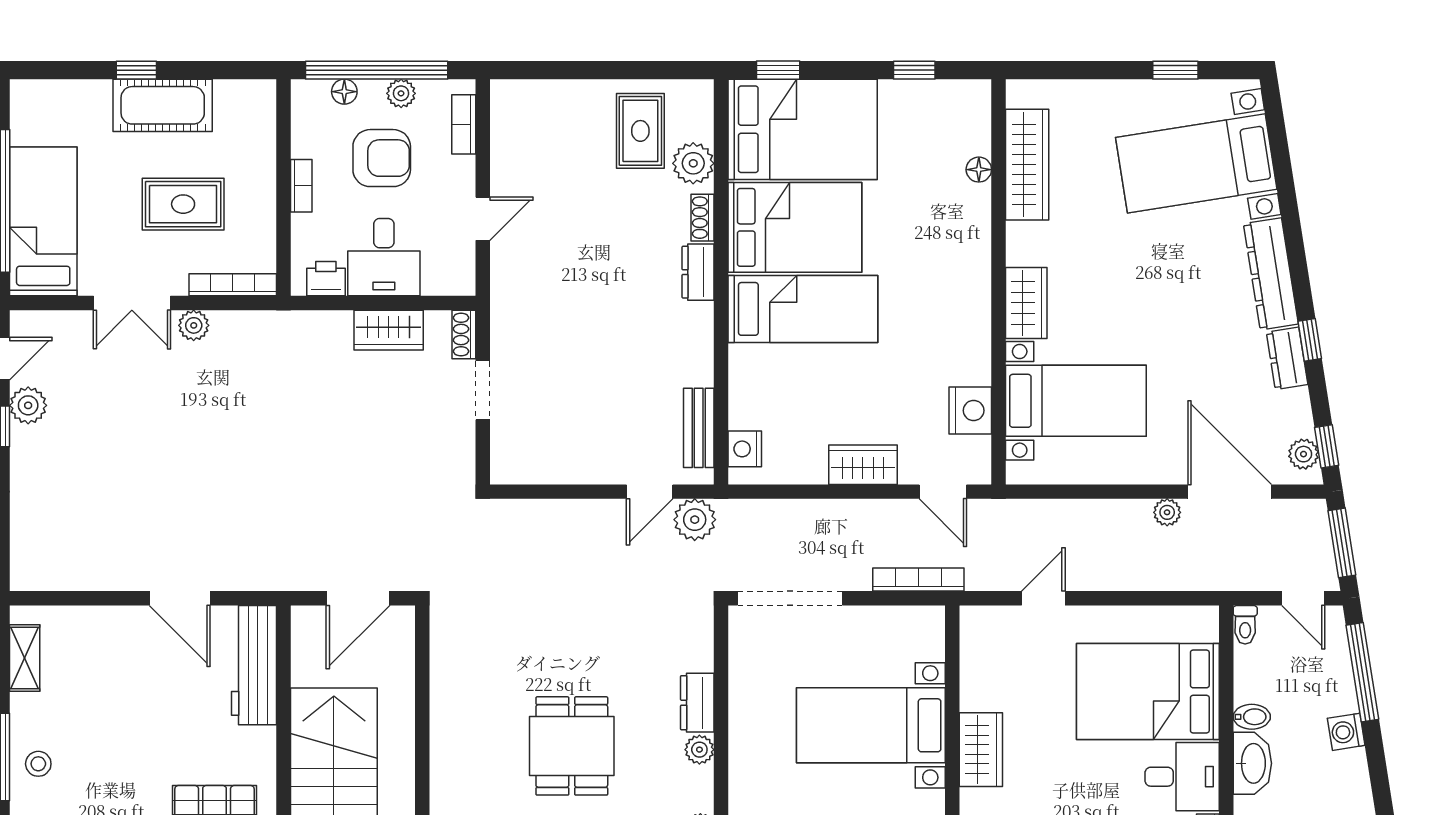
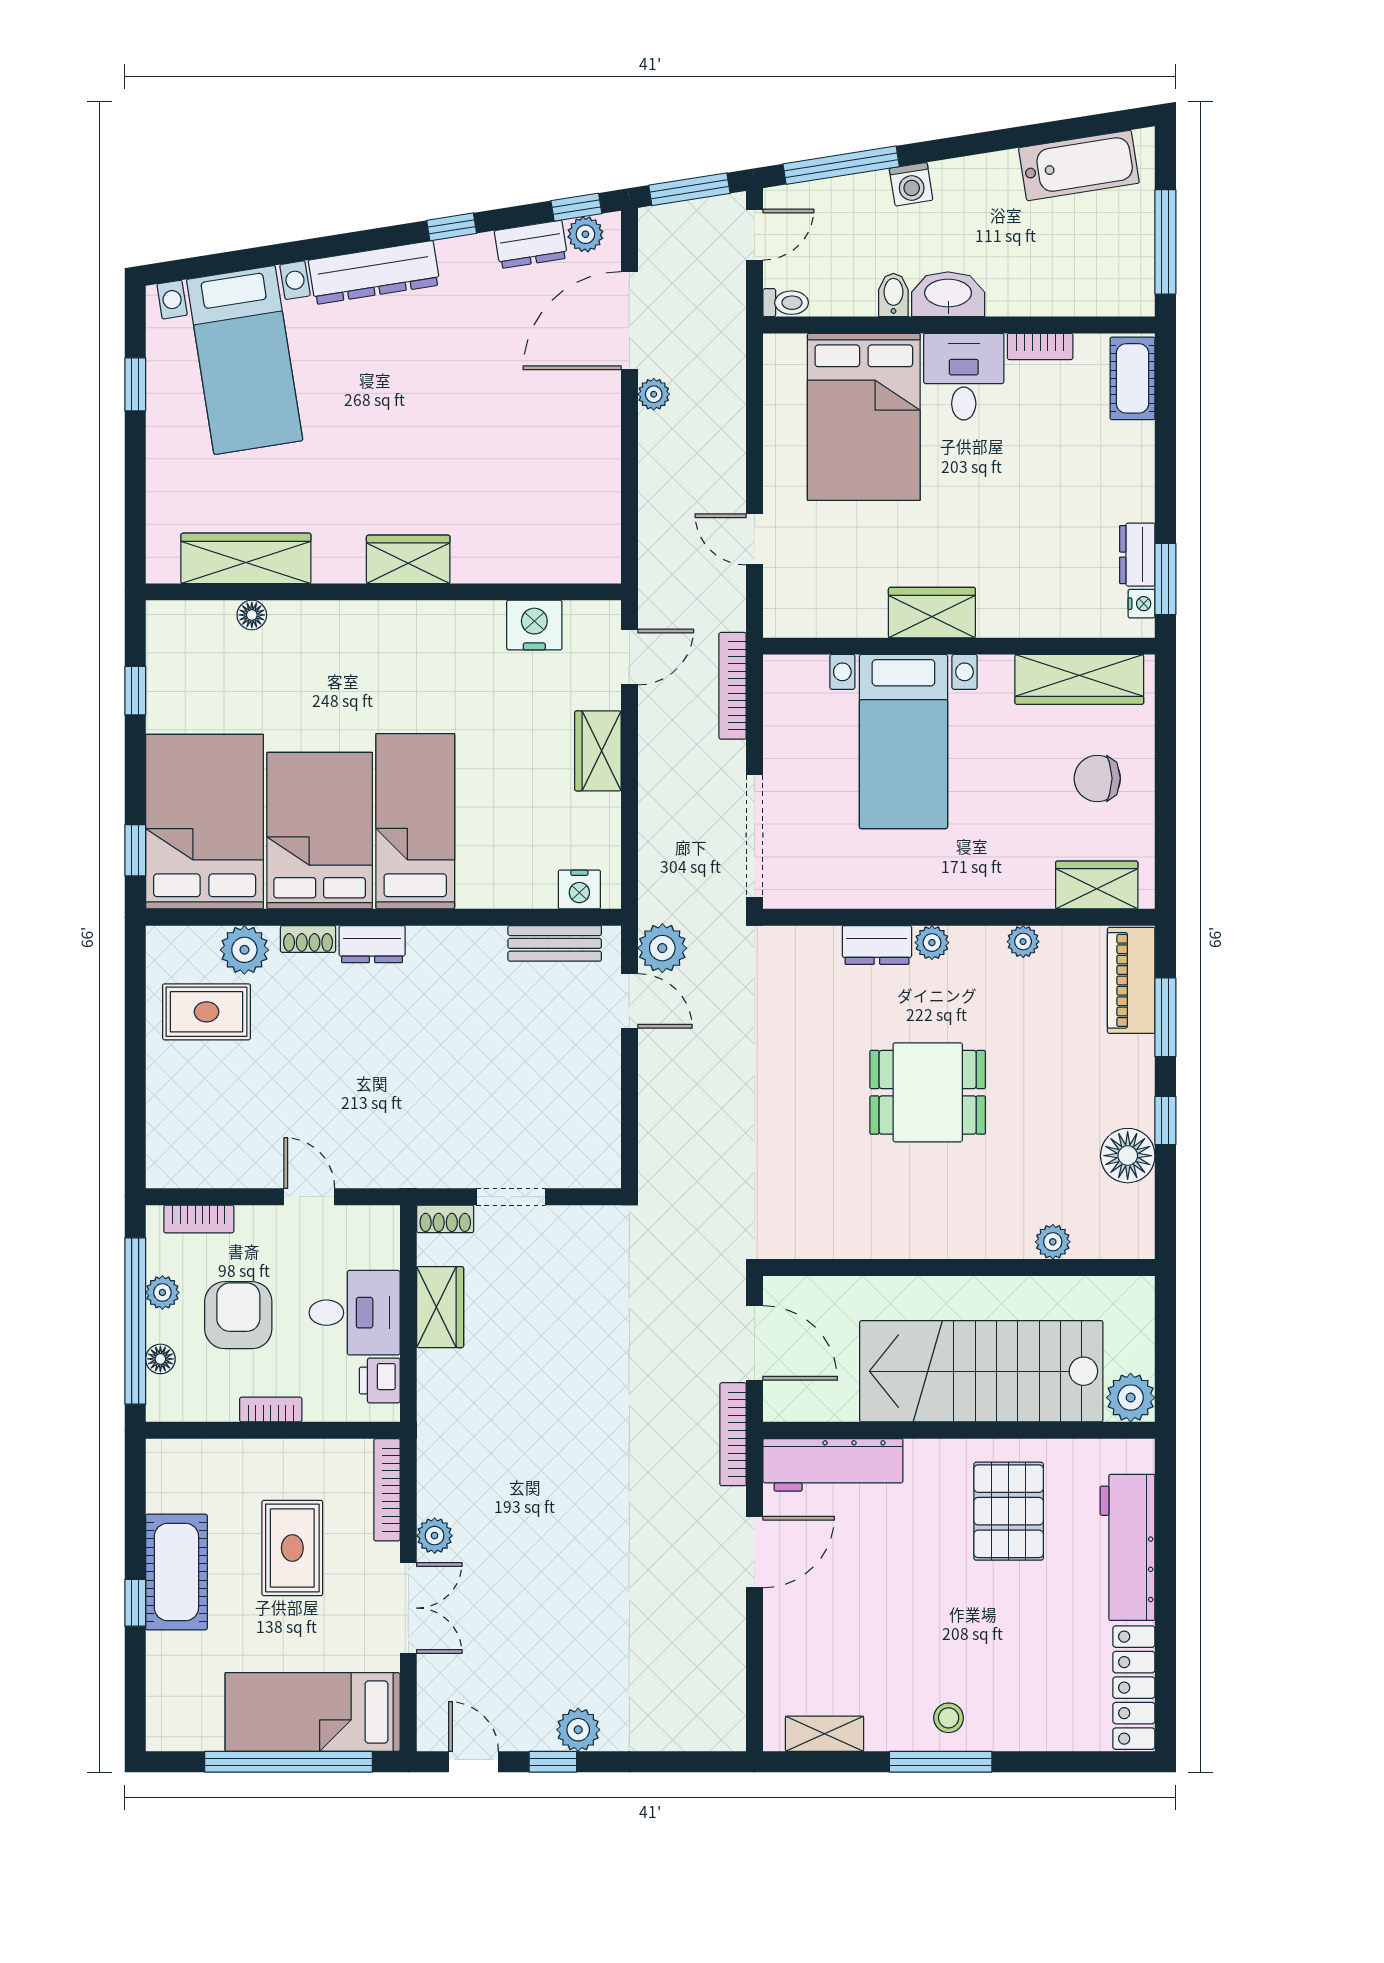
dresser: (1287, 358) -> (531, 244), moved
bed with nightstands: (1076, 401) -> (523, 501), removed
plant: (28, 405) -> (578, 1730), moved
bookcase: (280, 580) -> (733, 1434), added

